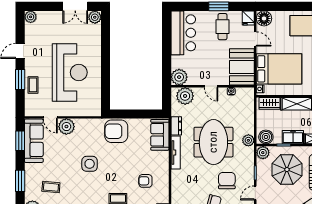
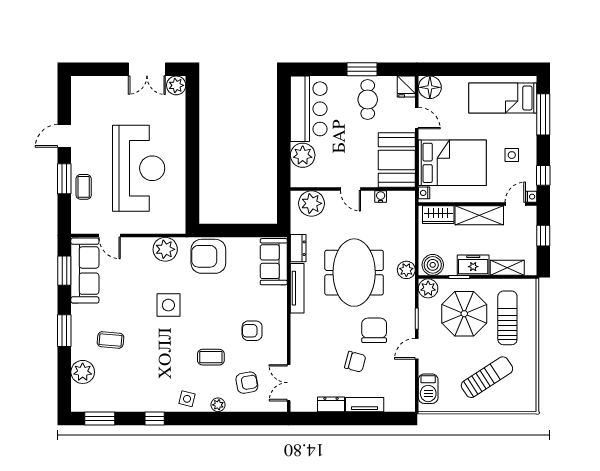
plant: (31, 17) -> (80, 85), removed
plant: (179, 77) -> (303, 155), moved
plant: (66, 127) -> (165, 249), moved

